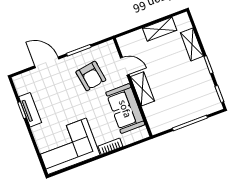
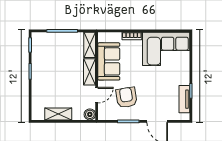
boiler: (124, 42) -> (90, 114), added
shelving: (192, 44) -> (90, 45), moved
door: (125, 66) -> (97, 95), swing flipped
tv unit: (30, 110) -> (184, 99), moved

